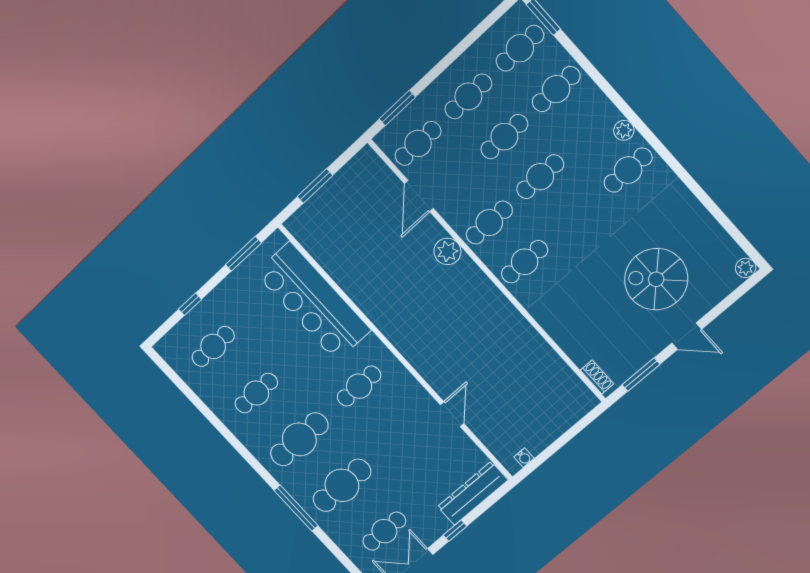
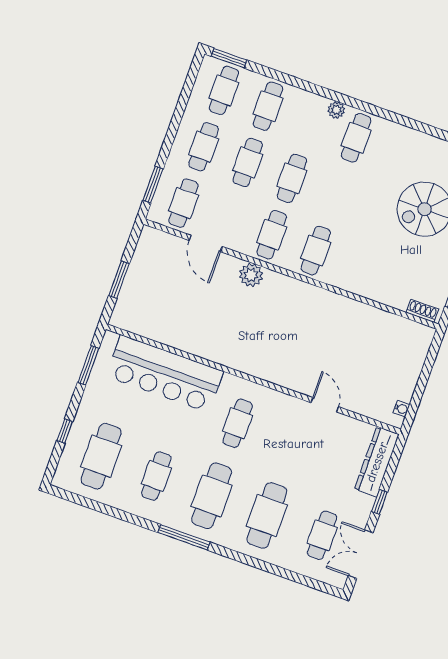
cafe table: (213, 346) -> (101, 456), width x1.37, depth x1.35
window: (296, 508) -> (184, 537), moved

